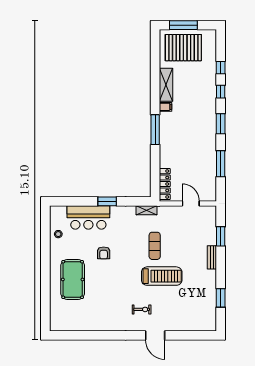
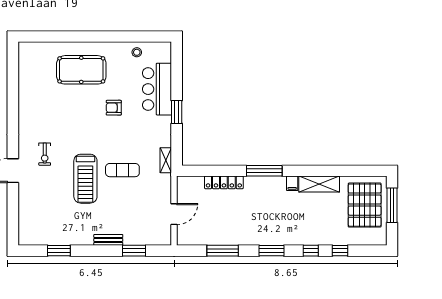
locker: (165, 184) -> (224, 182), moved

